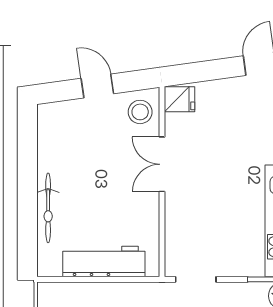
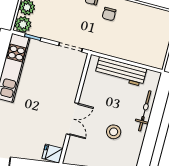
stool: (140, 112) -> (114, 132), moved

